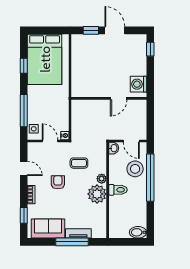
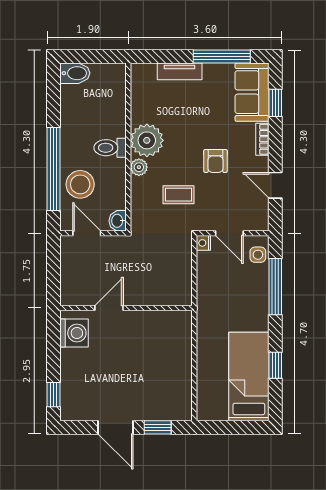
bed: (45, 59) -> (249, 377), width x0.67
sofa: (48, 229) -> (252, 92), moved, turned 90
window: (72, 242) -> (222, 56), moved

